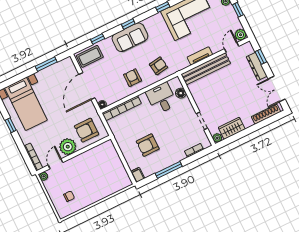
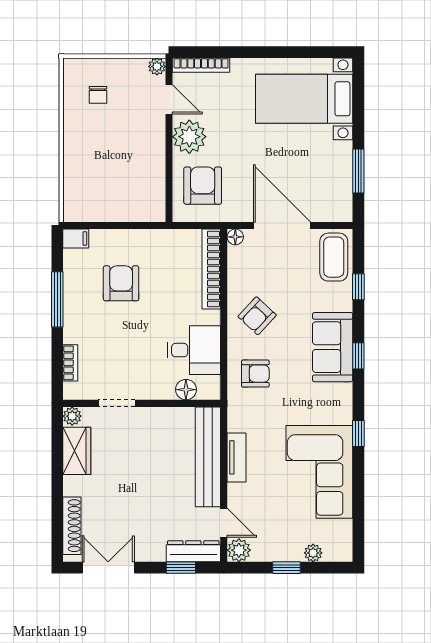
armchair: (159, 66) -> (255, 374), turned -81
dresser: (257, 66) -> (193, 551), moved
armchair: (133, 78) -> (257, 316), turned 133
window: (11, 125) -> (279, 52), removed

